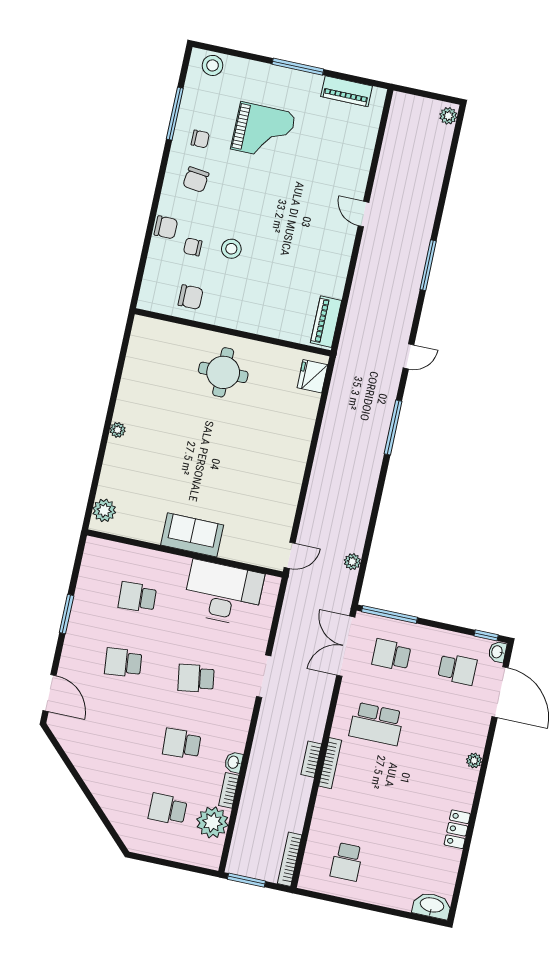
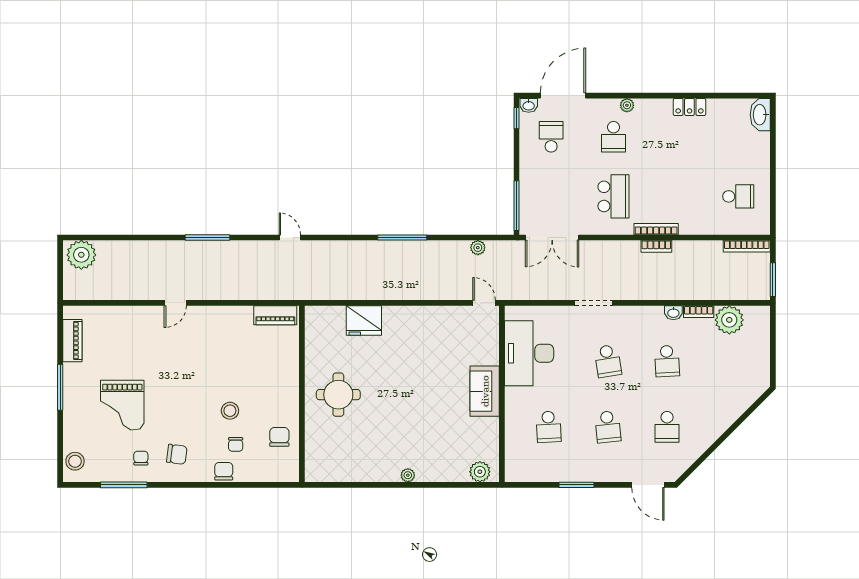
plant: (448, 116) -> (81, 255), width x1.87, depth x1.87
grand piano: (263, 131) -> (122, 405), turned 180
fridge: (312, 376) -> (364, 321), moved, width x1.36, depth x1.34
window: (393, 427) -> (402, 238), moved
school desk: (391, 655) -> (614, 137), moved
door: (50, 693) -> (648, 485), swing flipped
school desk: (168, 809) -> (667, 427), moved

